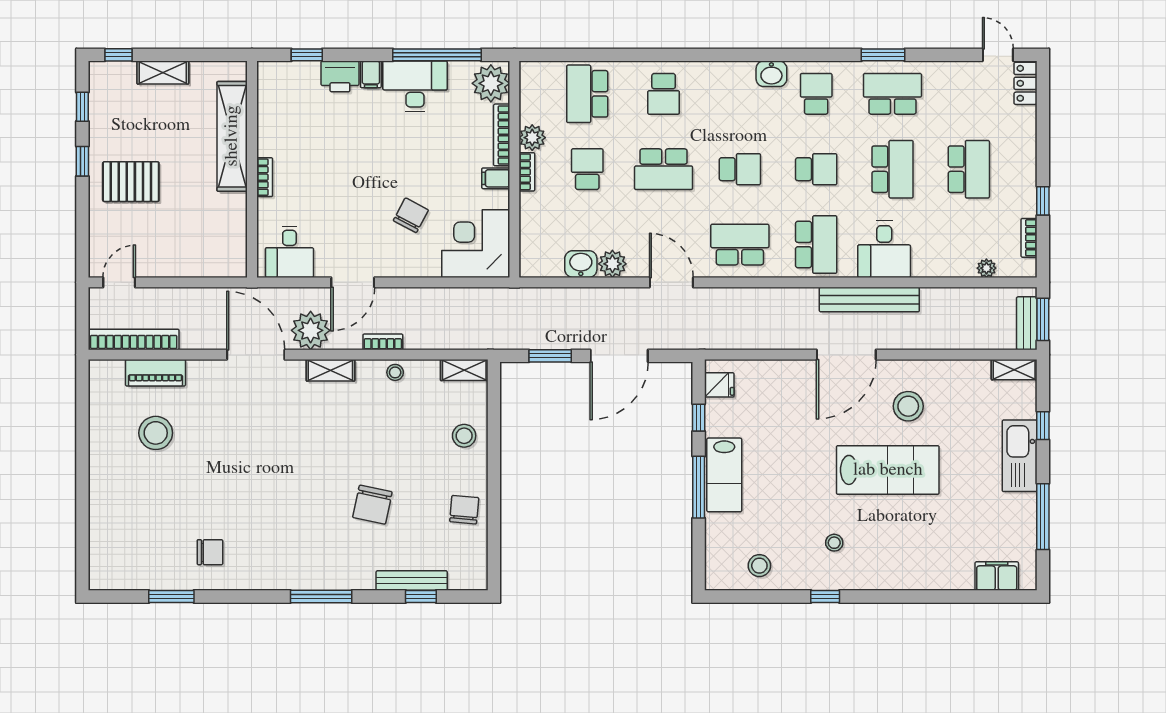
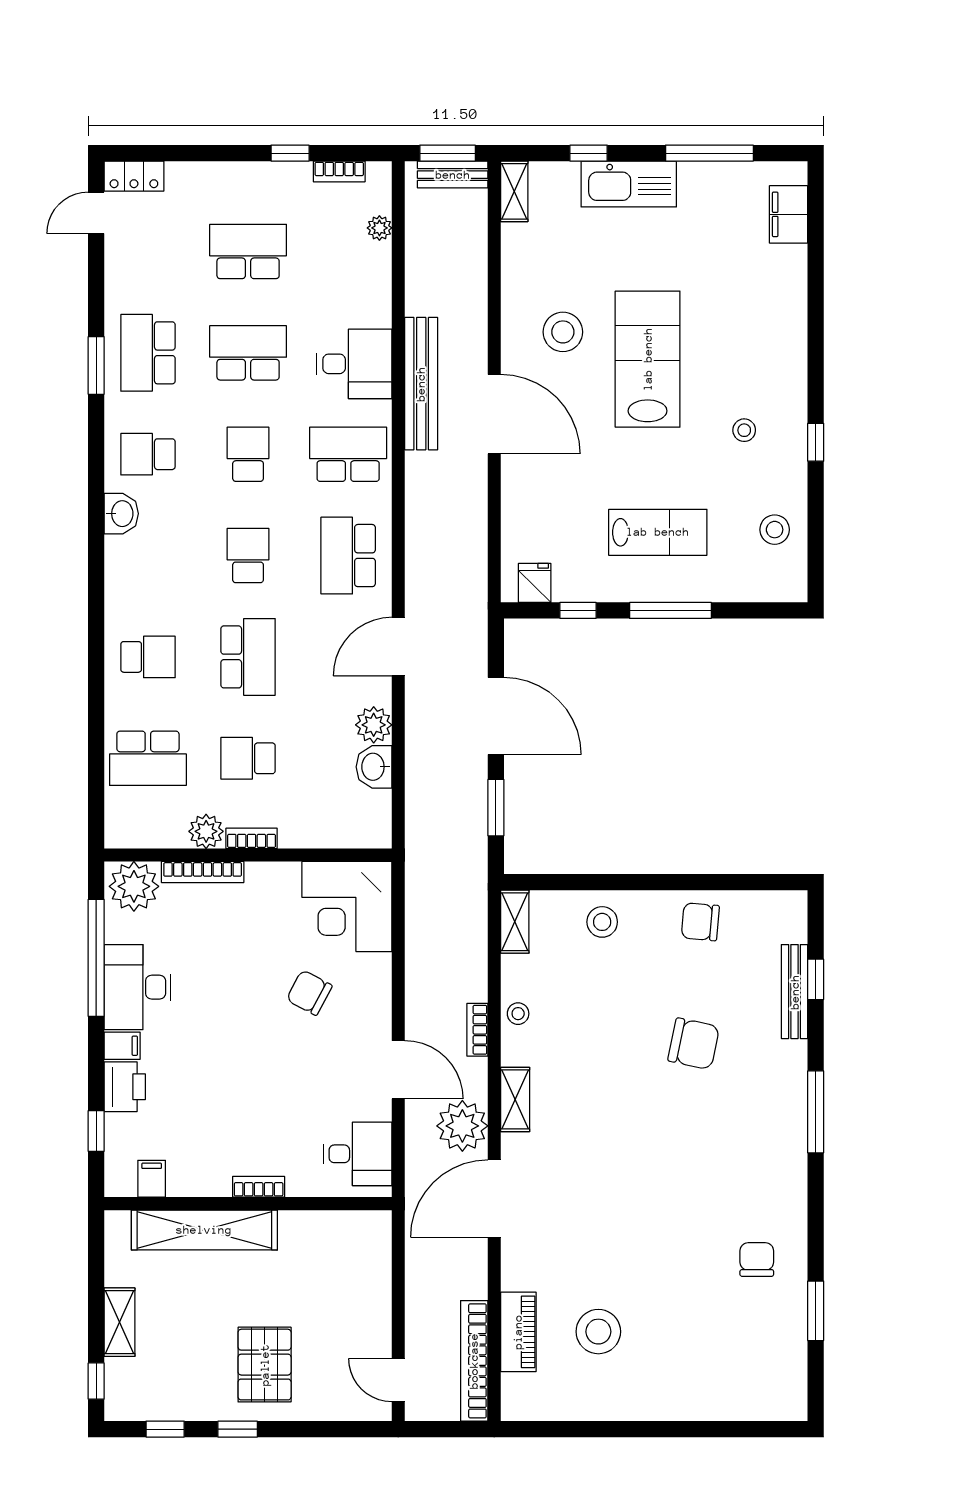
filing cabinet: (496, 178) -> (152, 1179), moved, turned 180
lab bench: (724, 475) -> (658, 532), moved

